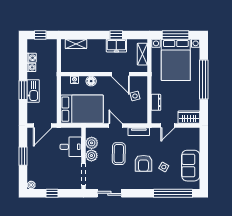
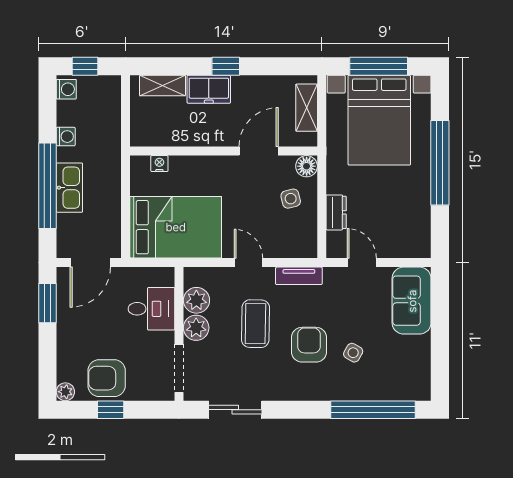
window: (116, 35) -> (226, 66), moved
freezer: (116, 46) -> (209, 89), moved
washing machine: (32, 58) -> (66, 89), moved
door: (120, 74) -> (259, 151), swing flipped
floor lamp: (91, 81) -> (307, 166), moved
window: (23, 90) -> (47, 186), width x2.11
wardrobe: (189, 117) -> (408, 245), removed
door: (168, 125) -> (362, 263), swing flipped
window: (23, 156) -> (47, 303), moved
armchair: (143, 163) -> (309, 345), turned 180
sofa: (191, 166) -> (412, 301), moved
armchair: (50, 179) -> (107, 378), added

